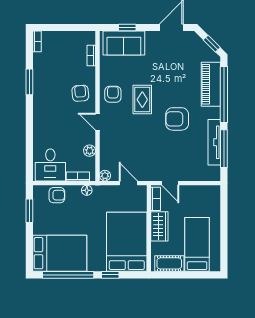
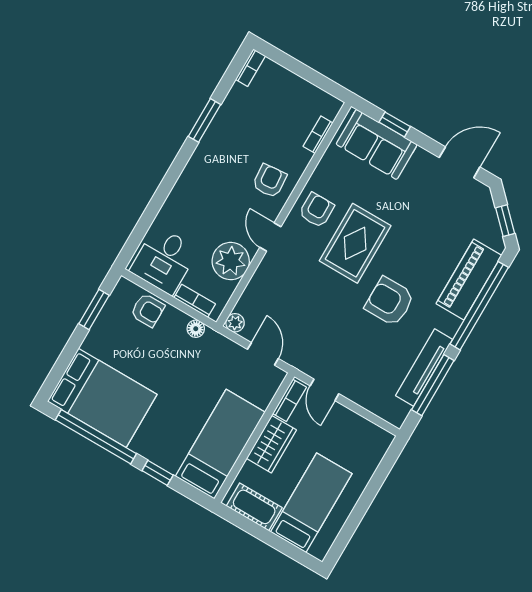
rug: (142, 100) -> (355, 243), width x1.36, depth x1.43
plant: (90, 151) -> (231, 261), width x1.88, depth x1.88
bed: (127, 242) -> (220, 444), width x0.67

